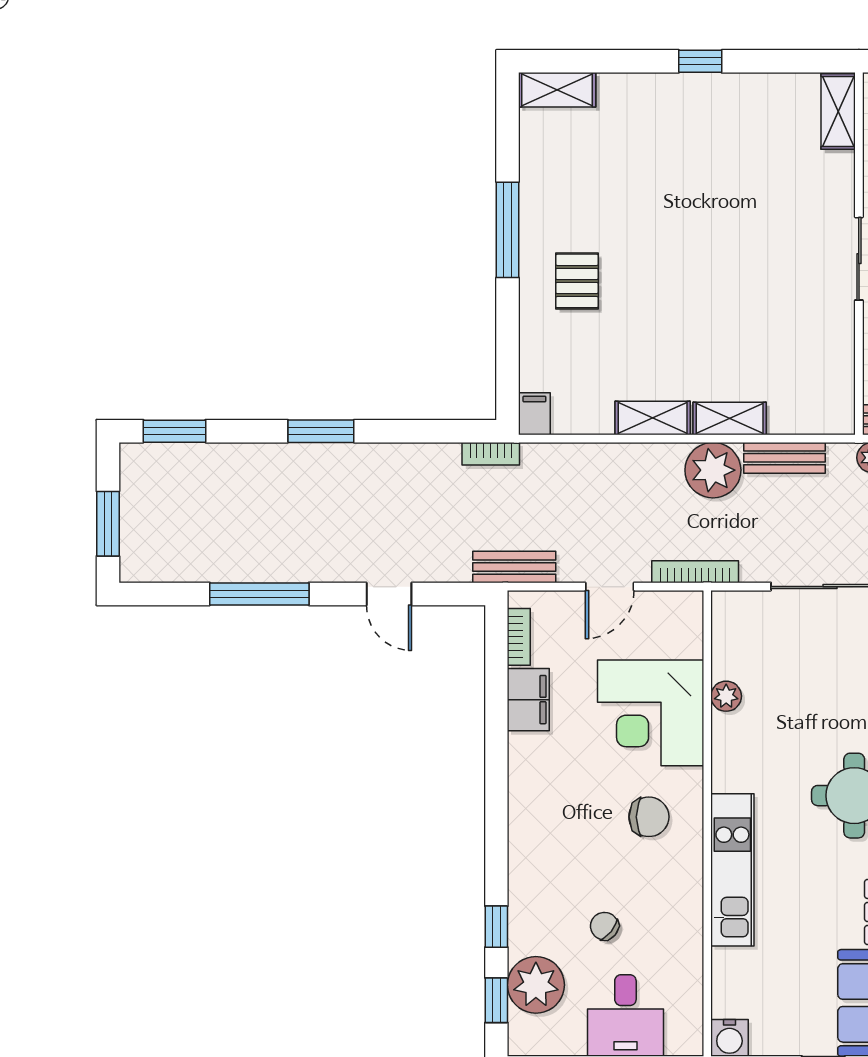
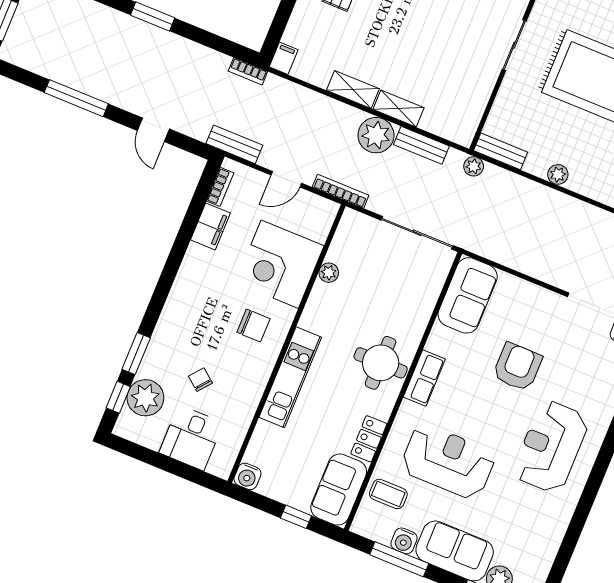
window: (496, 927) -> (136, 354), width x1.50

